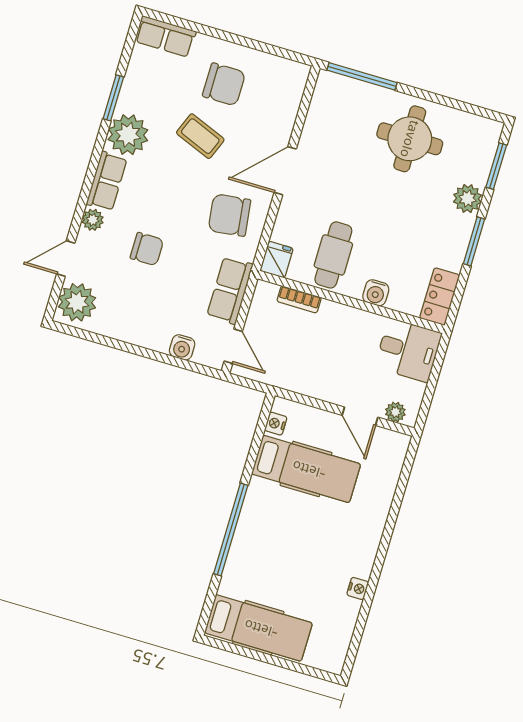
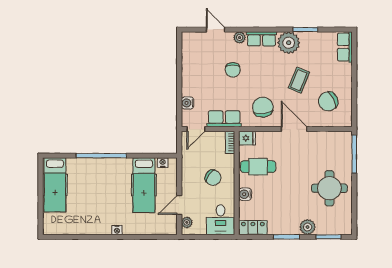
chair: (224, 84) -> (328, 101), moved, turned 65
bookcase: (299, 299) -> (230, 142), moved
plant: (77, 302) -> (195, 42), removed
chair: (329, 341) -> (213, 178), added
nightstand: (358, 588) -> (117, 230), moved

